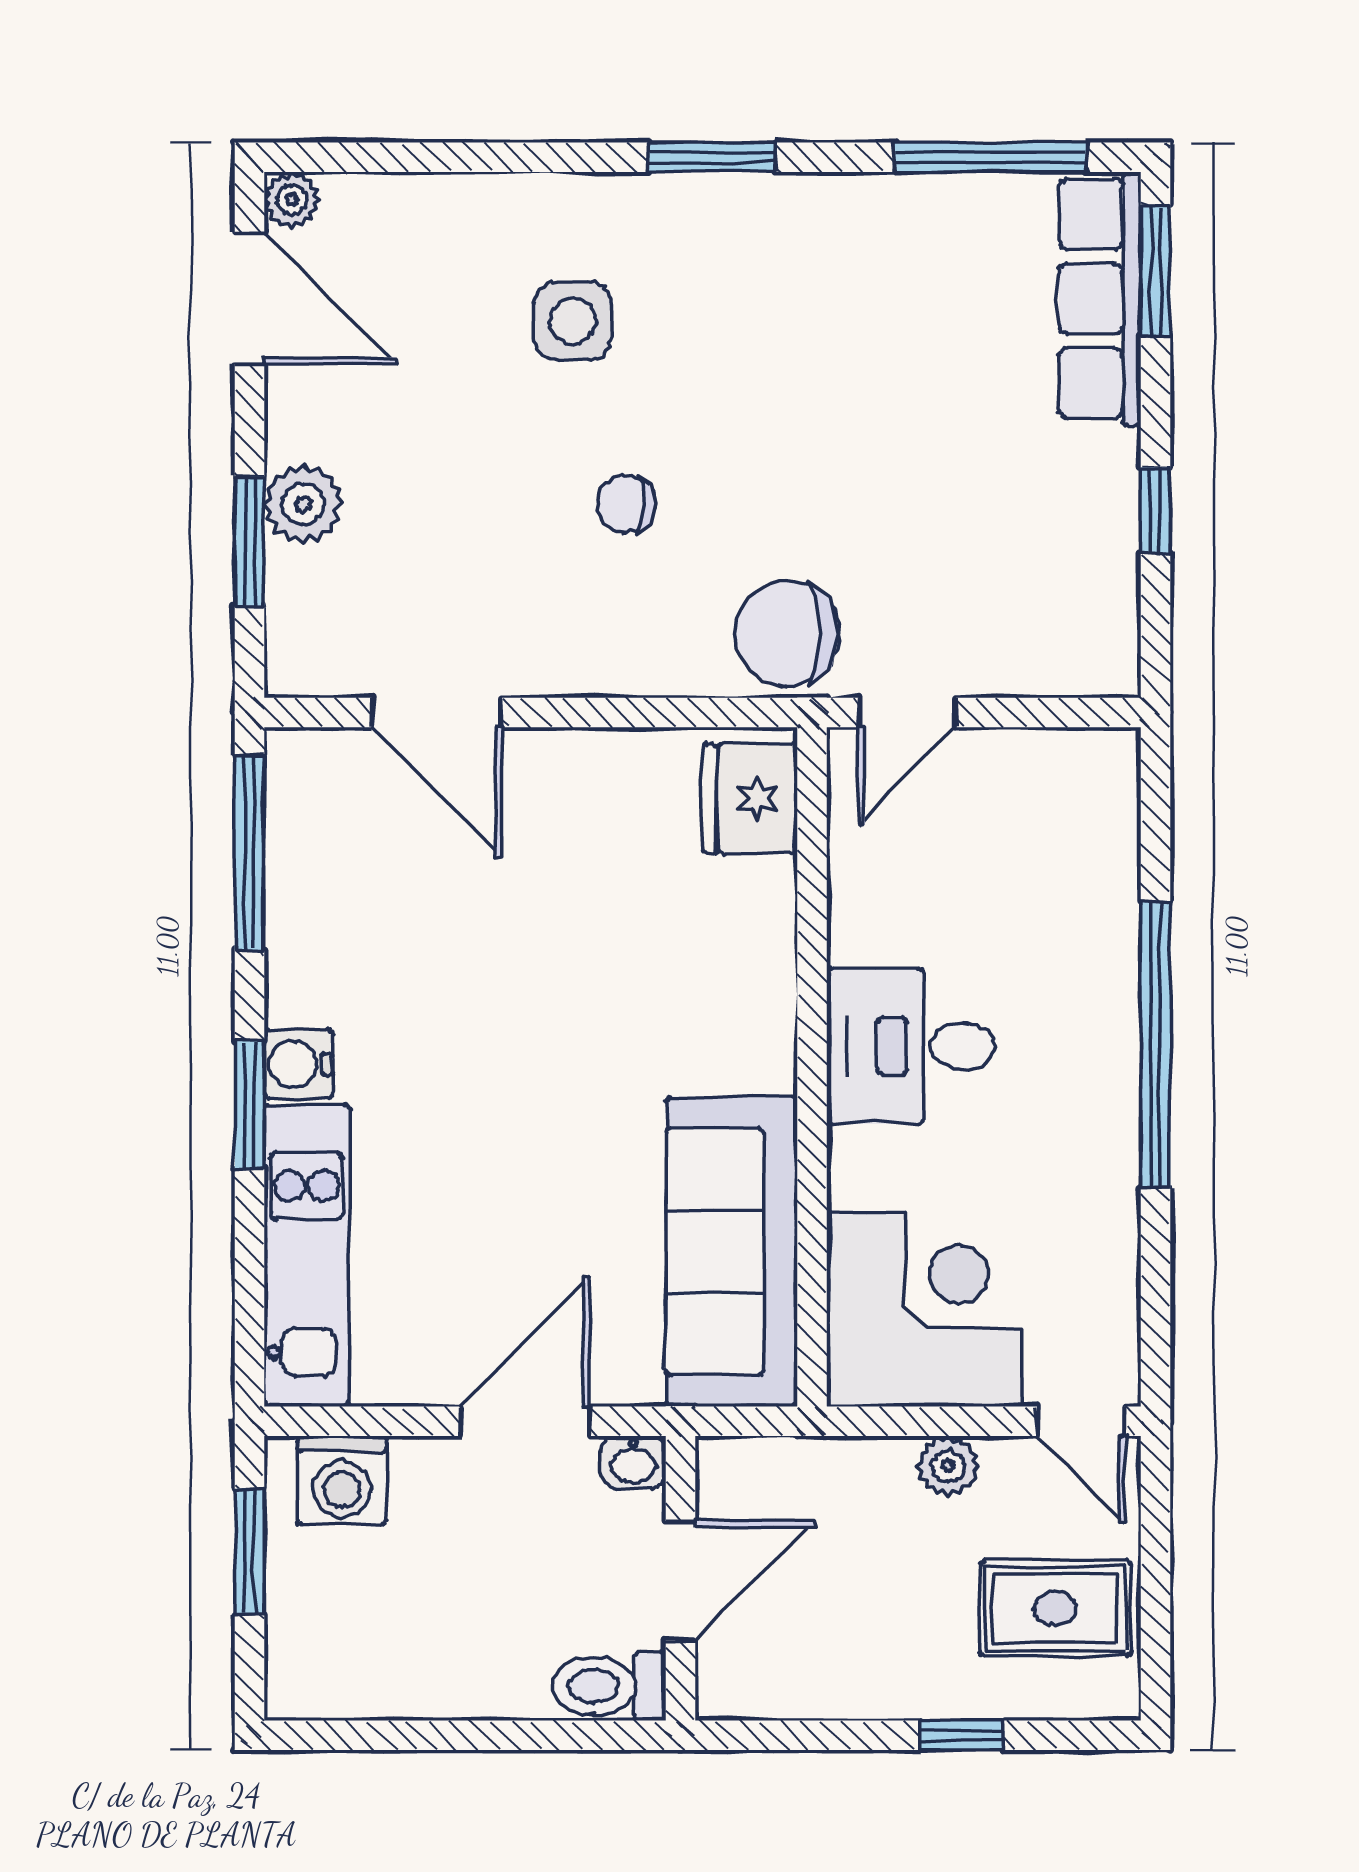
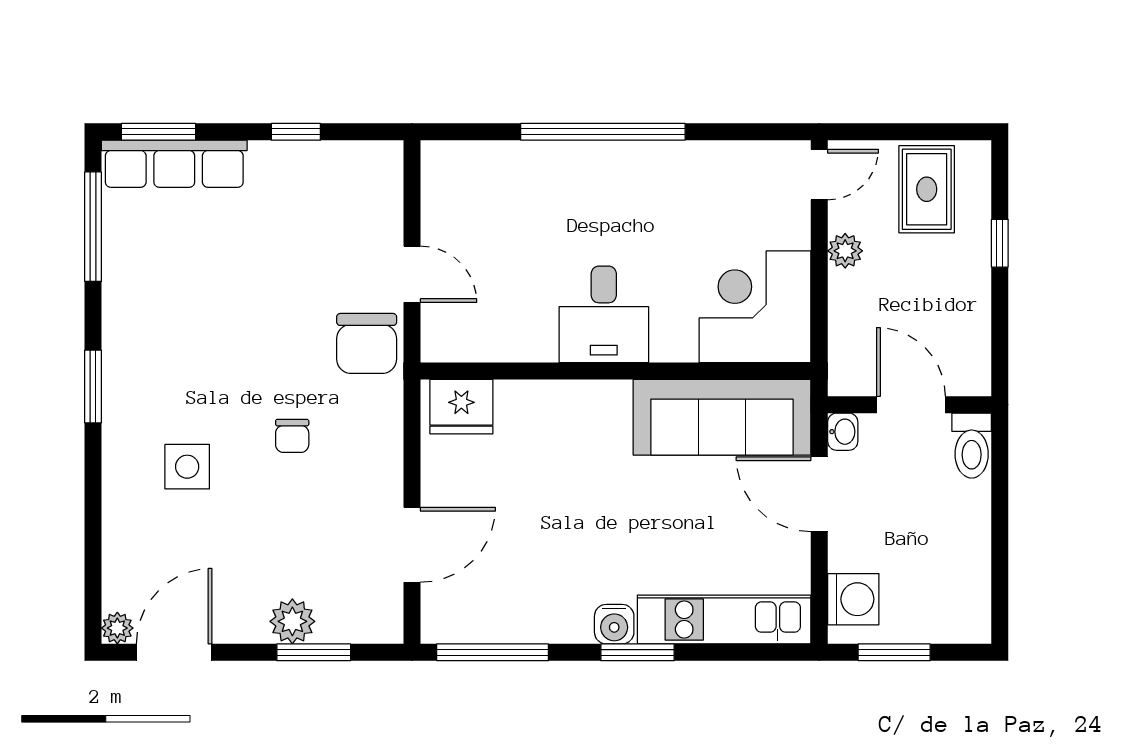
fridge: (750, 798) -> (461, 407), moved
desk: (911, 1046) -> (604, 314), moved
wall: (812, 1067) -> (616, 371), moved
sofa: (732, 1252) -> (722, 417), moved
corner desk: (924, 1309) -> (755, 307), moved

